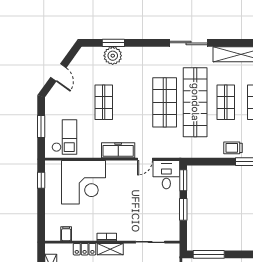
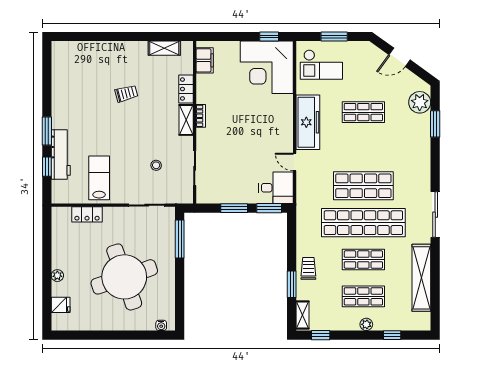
plant: (113, 56) -> (420, 102), moved
freezer: (118, 150) -> (308, 122), width x1.36, depth x1.26
corner desk: (84, 182) -> (267, 67), moved
filing cabinet: (66, 234) -> (205, 60), width x2.00

